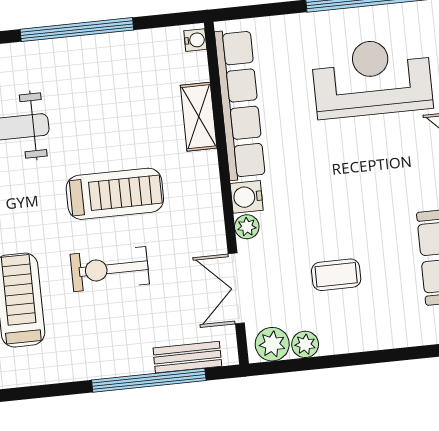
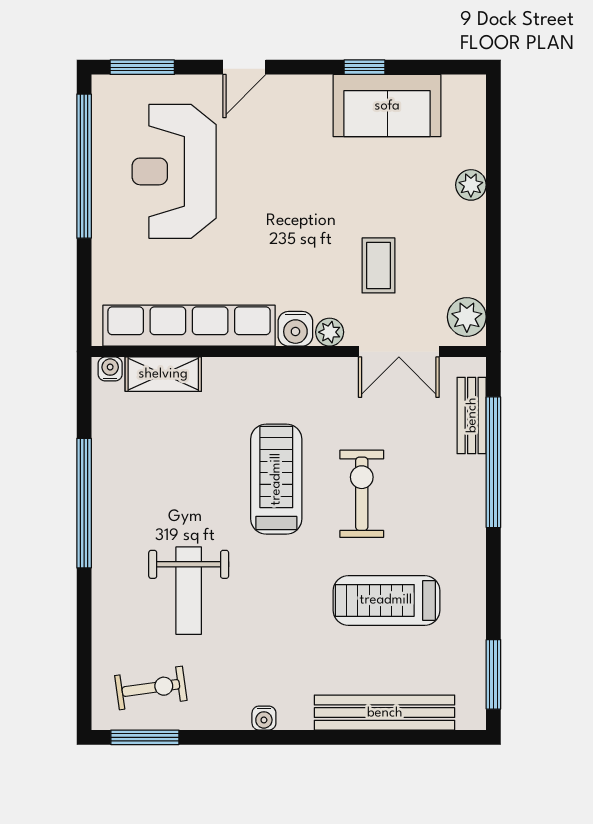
shelving: (199, 117) -> (163, 374), moved
exercise bike: (110, 269) -> (362, 494), turned 180
coffee table: (336, 275) -> (378, 265), moved
plant: (305, 344) -> (471, 185), moved

